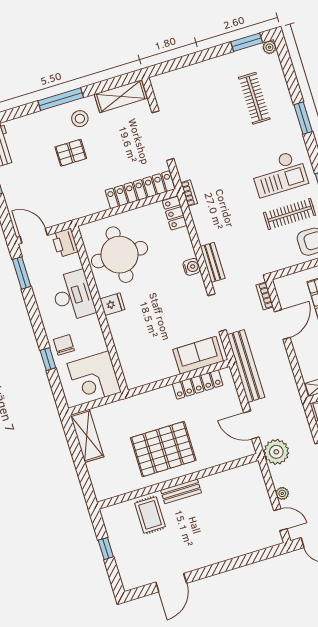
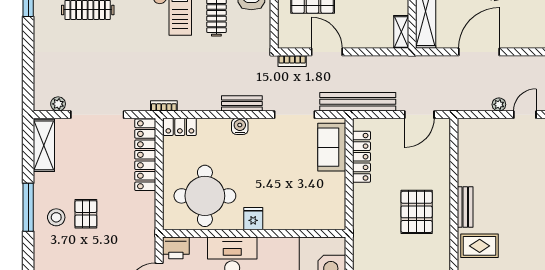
stool: (80, 119) -> (56, 217), moved
pallet: (163, 449) -> (417, 212), width x0.73, depth x0.71
plant: (276, 452) -> (58, 104), moved, width x0.53, depth x0.53

